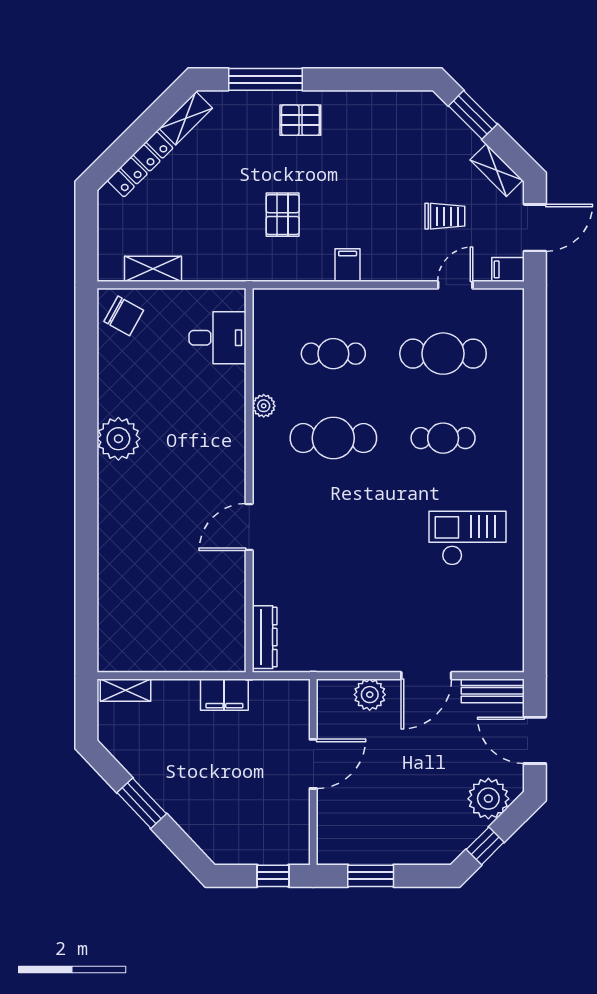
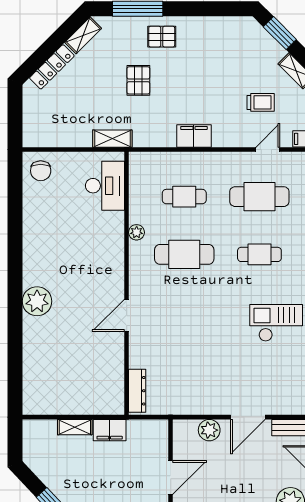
pallet: (283, 215) -> (138, 80), moved
filing cabinet: (348, 265) -> (194, 136), width x2.00
shelving: (153, 269) -> (112, 139), moved
chair: (124, 316) -> (41, 171), turned 61
desk: (218, 338) -> (105, 186), width x1.37
plant: (118, 439) -> (37, 301), moved
shelving: (125, 690) -> (75, 427), moved

